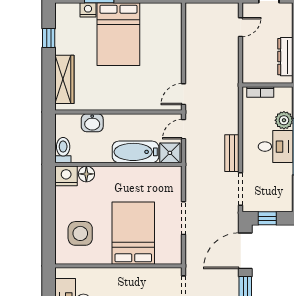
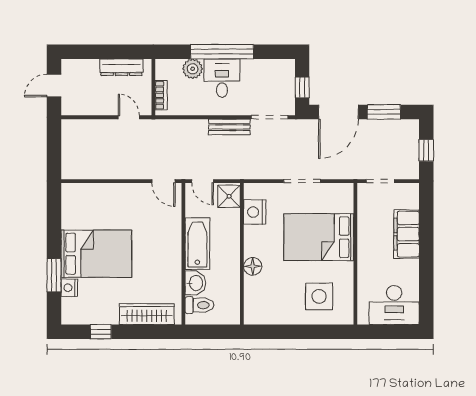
door: (241, 27) -> (129, 117), moved
toilet: (63, 150) -> (199, 305), moved, turned 180
bathtub: (135, 152) -> (197, 244), moved, turned 180
floor lamp: (86, 174) -> (253, 266), moved
nightstand: (66, 176) -> (255, 212), moved
door: (245, 251) -> (338, 112), hinge flipped

